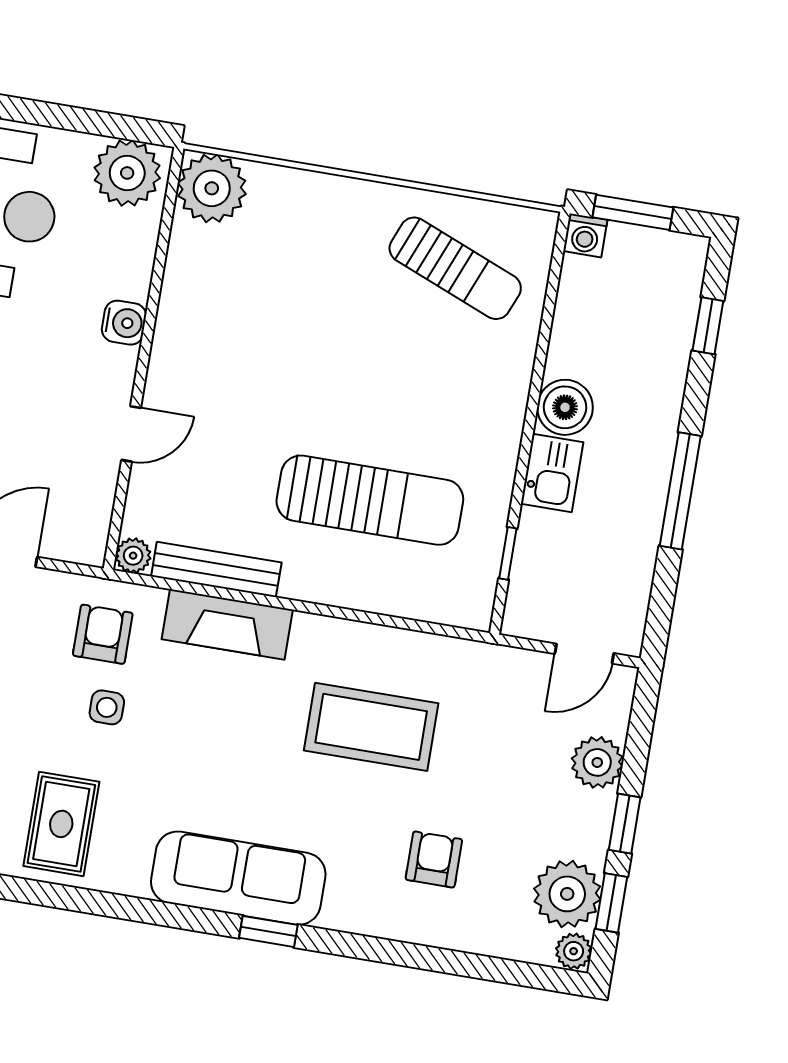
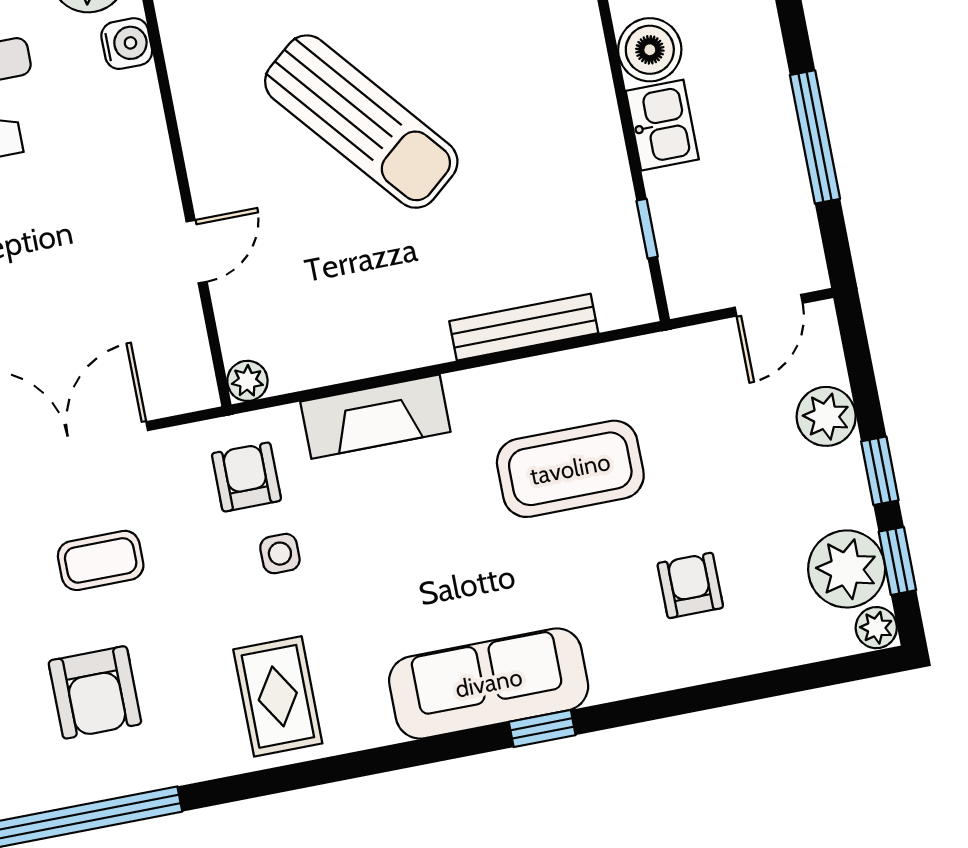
water cooler: (124, 323) -> (127, 44), moved
window: (680, 491) -> (815, 137), moved
sun lounger: (370, 500) -> (361, 122), moved, turned 50
bench: (216, 570) -> (524, 327), moved

